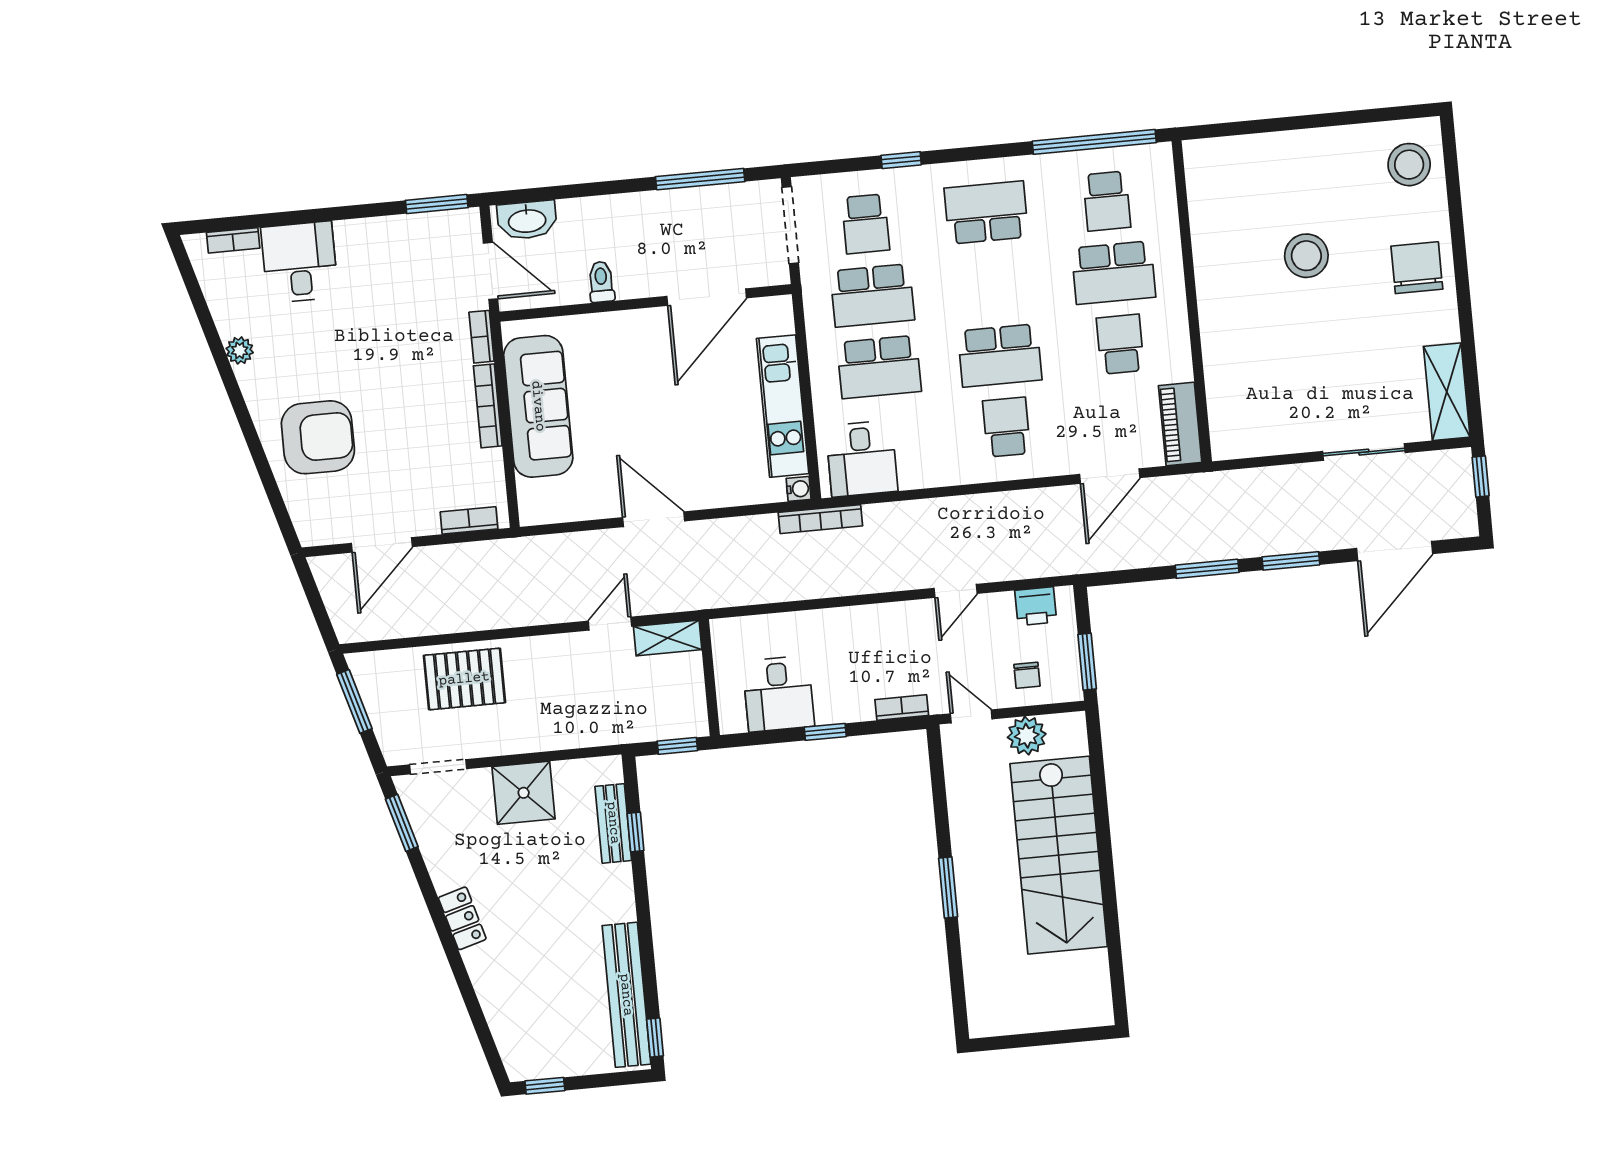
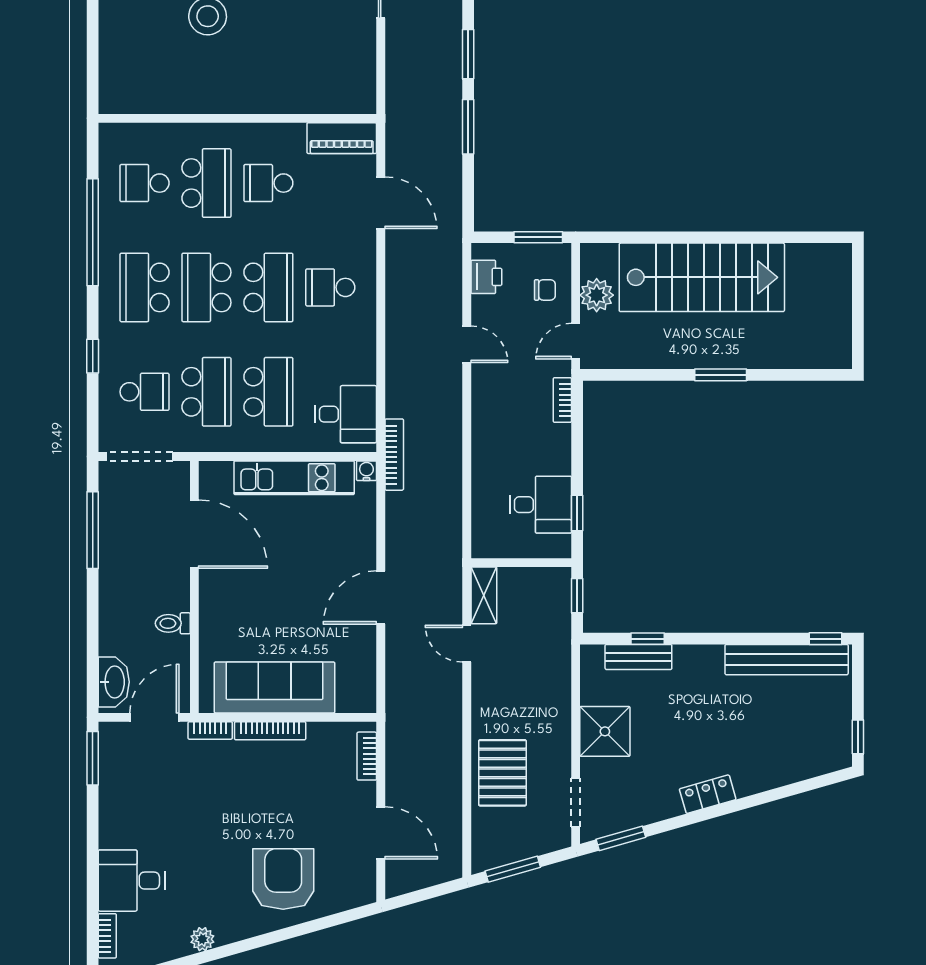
window: (1094, 142) -> (93, 232), moved
school desk: (1107, 201) -> (145, 183), turned 180
school desk: (993, 284) -> (206, 287), added
window: (825, 732) -> (577, 513), moved

